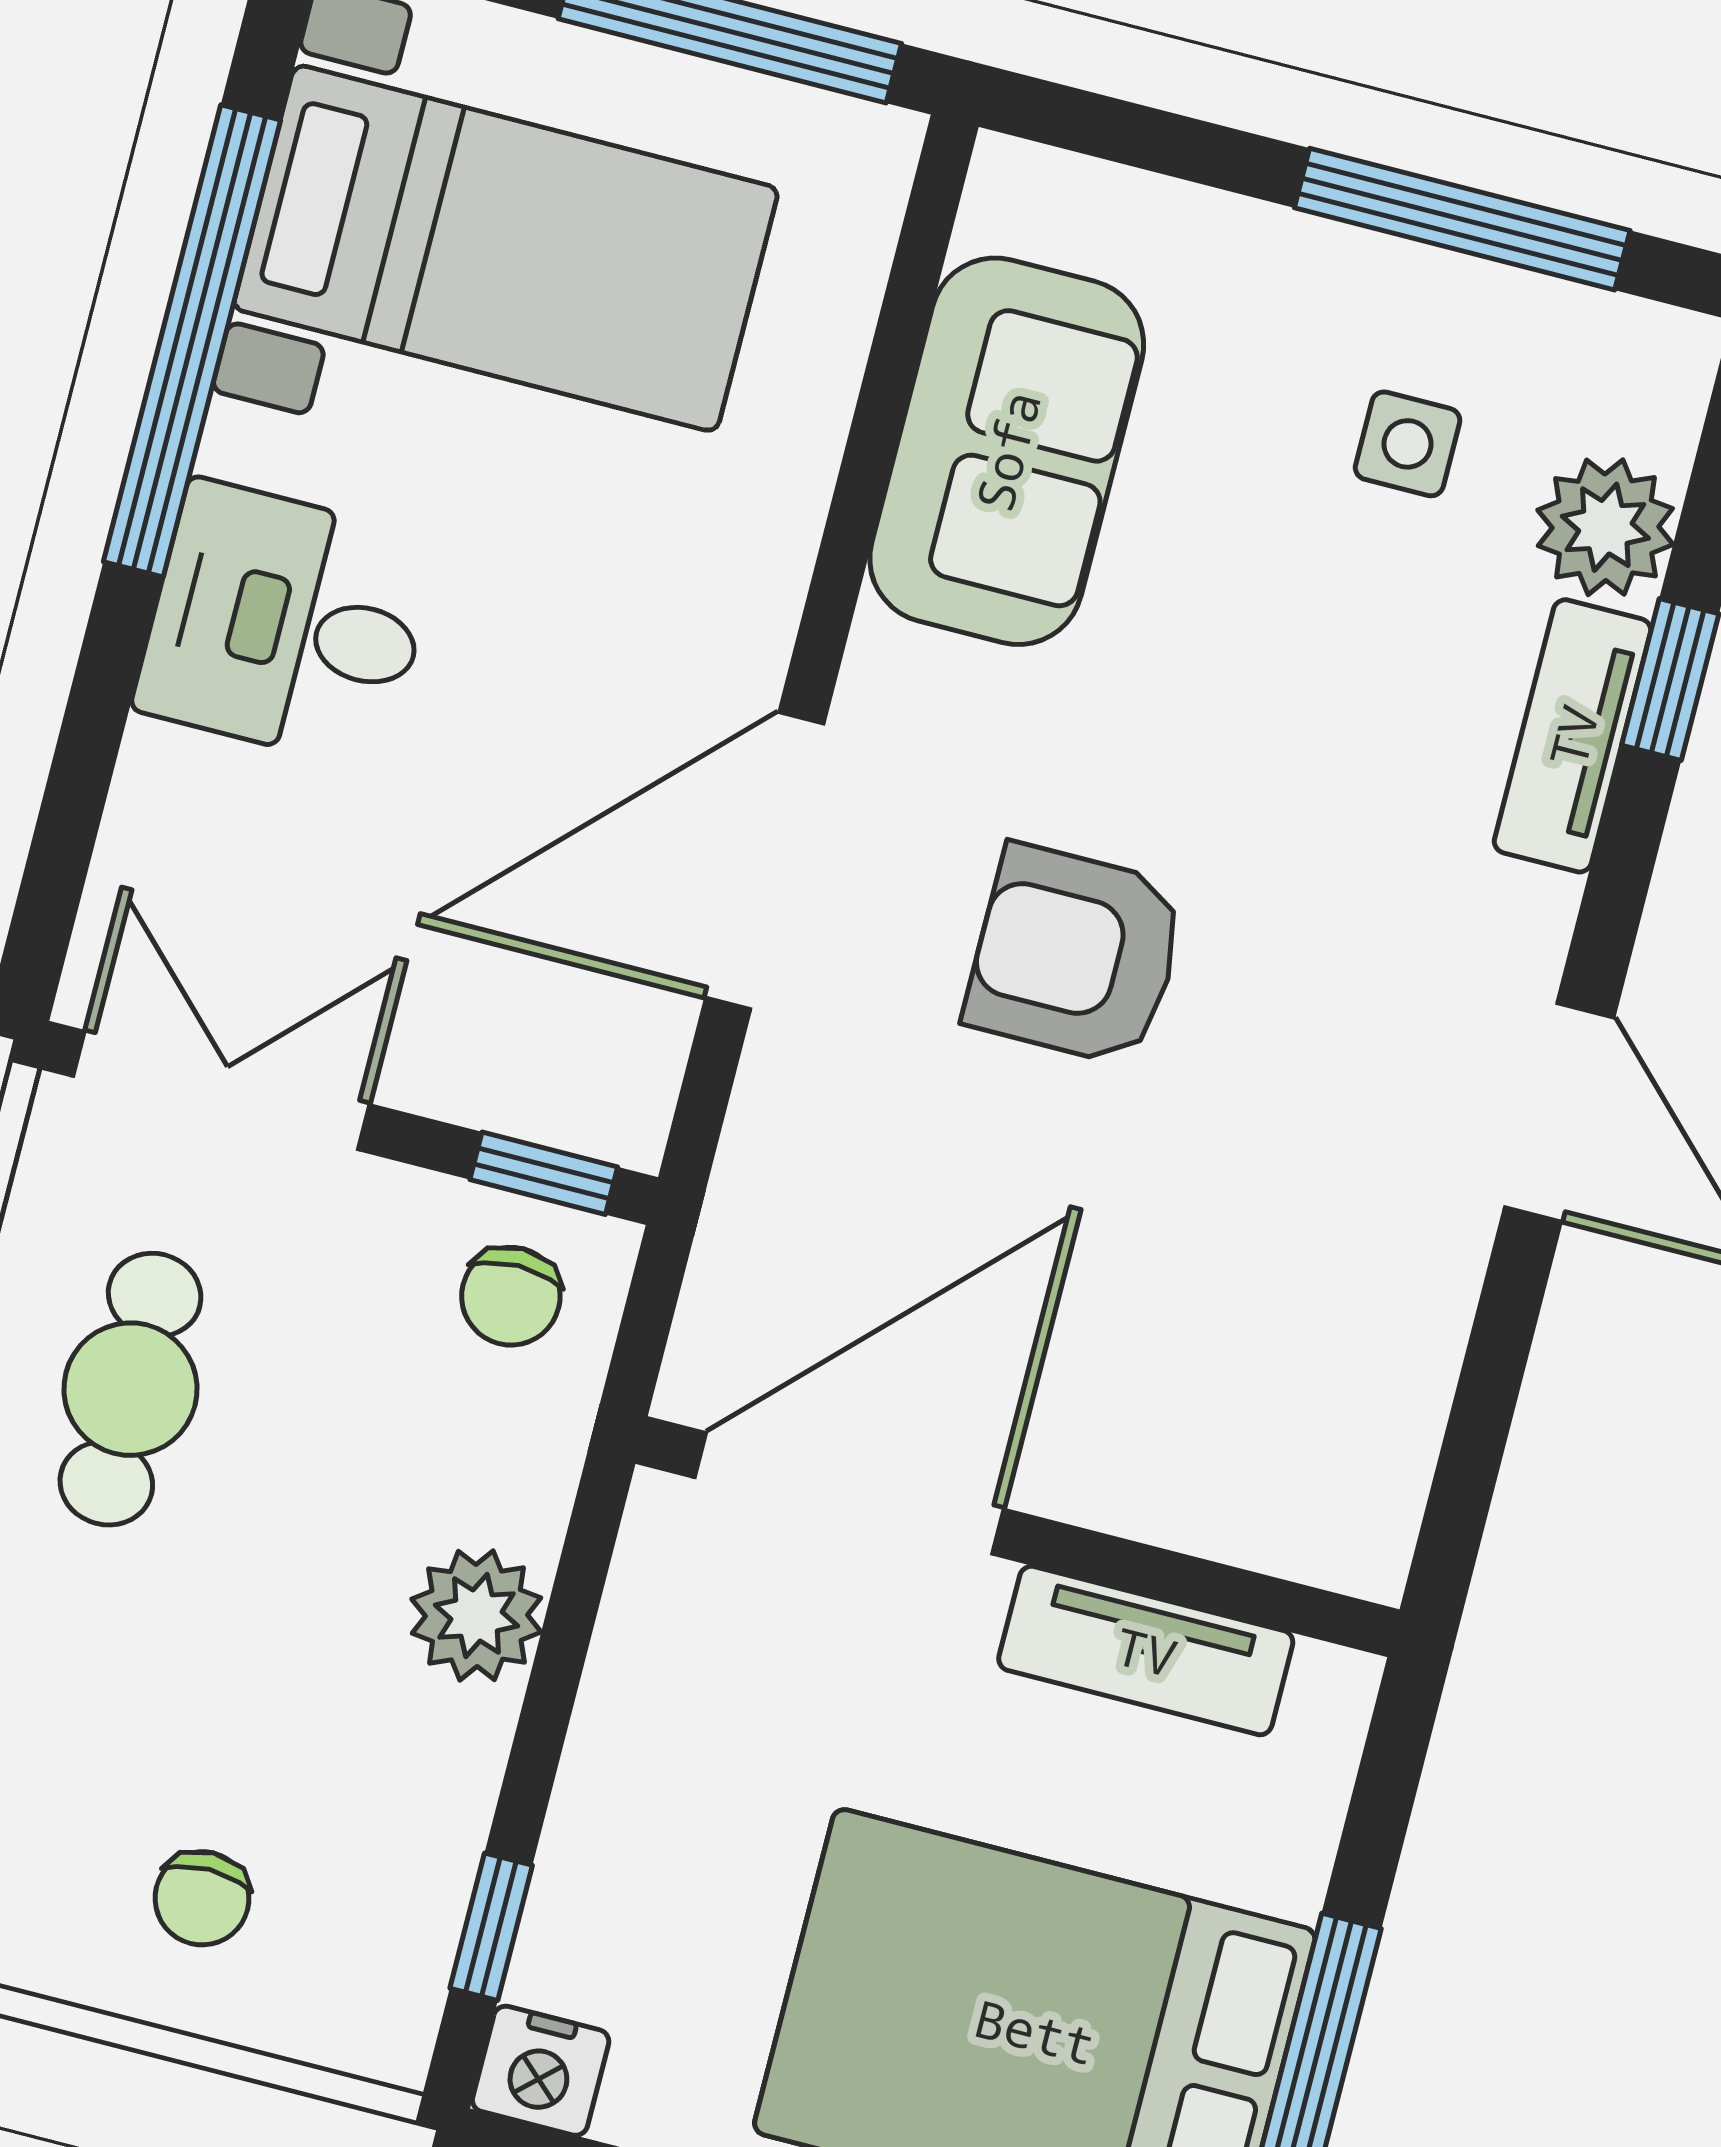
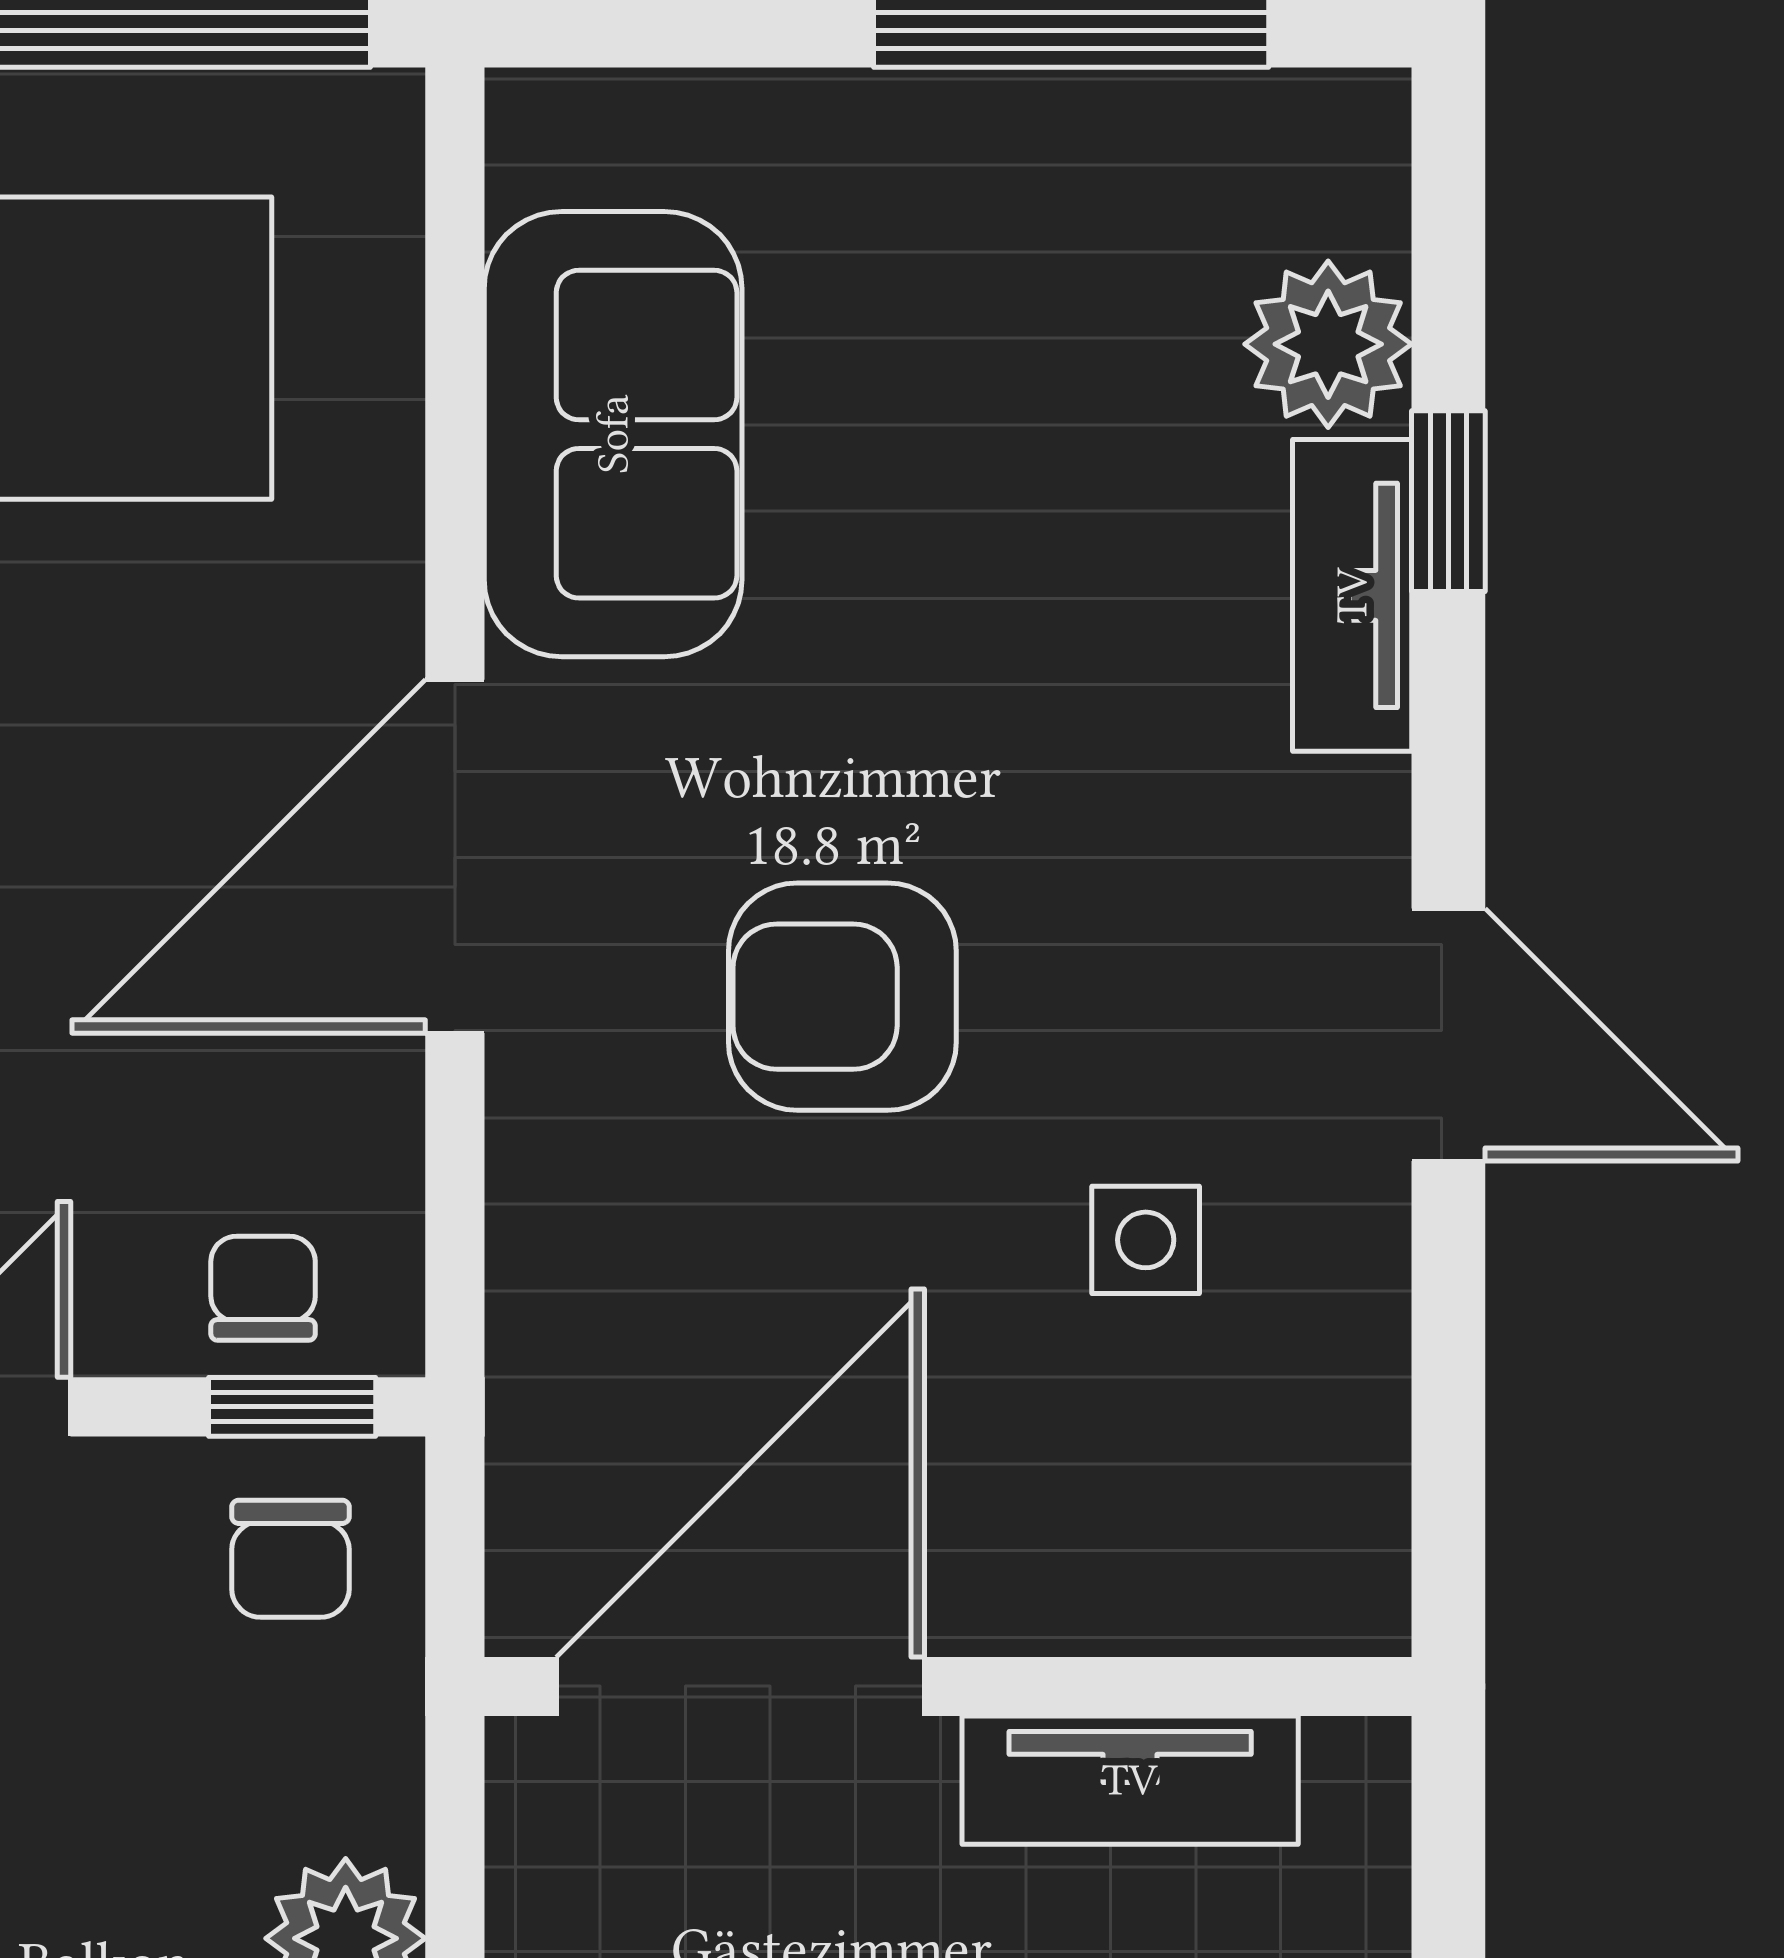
side table: (1408, 444) -> (1146, 1240), moved
door: (765, 861) -> (455, 856), moved
chair: (545, 1071) -> (263, 1288), added

